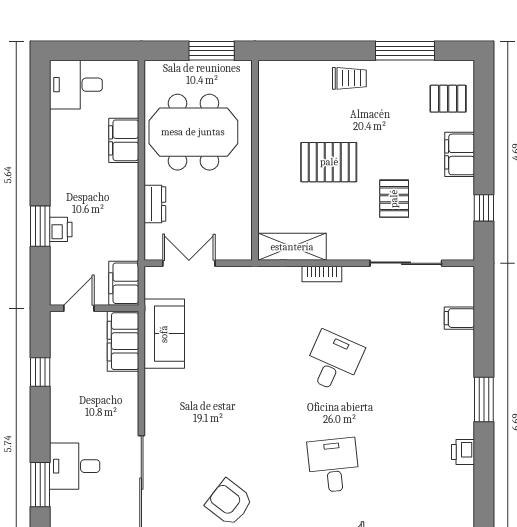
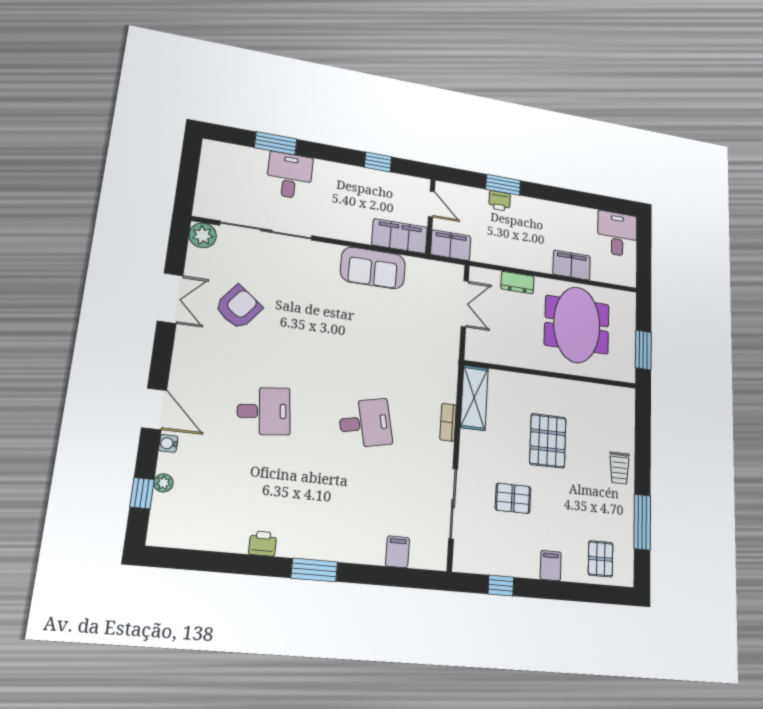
filing cabinet: (460, 154) -> (551, 566), width x0.50
sofa: (164, 334) -> (373, 268), moved
desk: (333, 362) -> (365, 423), turned -36

